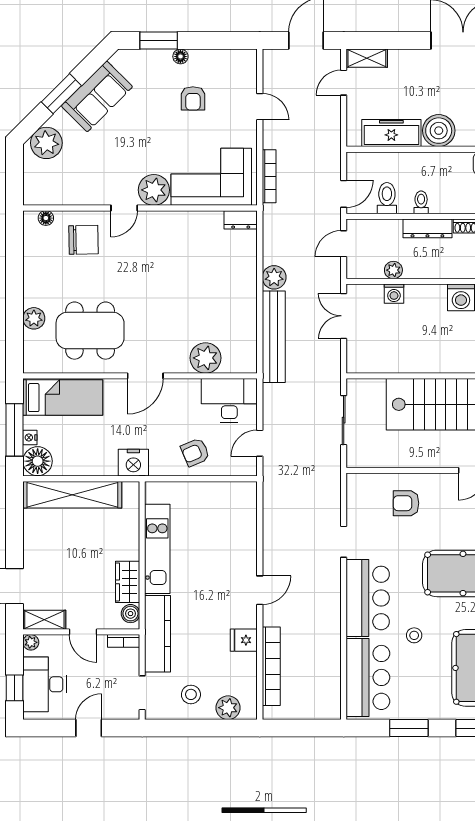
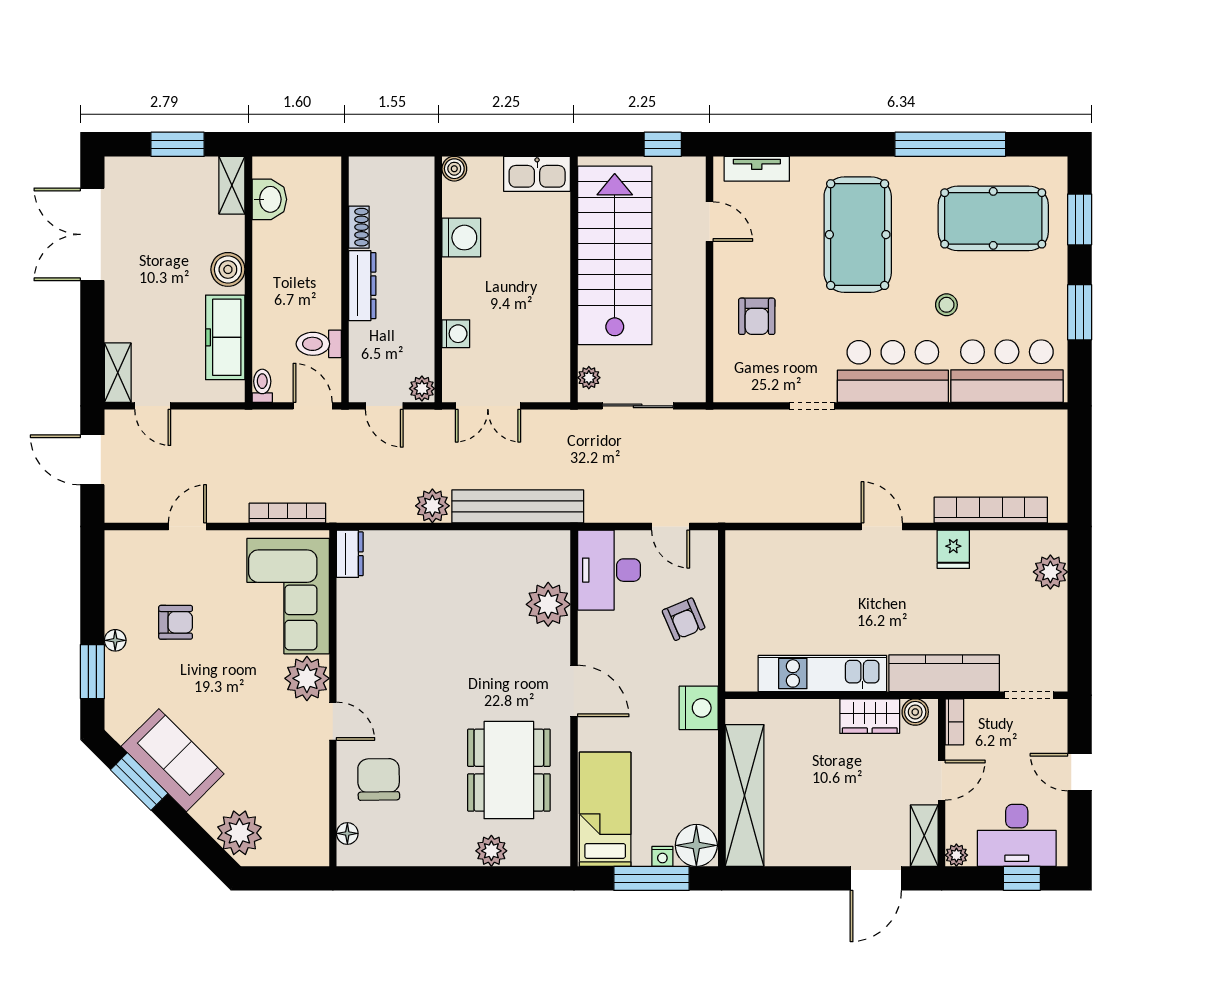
window: (61, 94) -> (139, 782), moved
boiler: (439, 131) -> (228, 269), width x0.73, depth x0.73
toilet: (421, 202) -> (262, 386), moved, turned 90
plant: (393, 270) -> (422, 389), moved
plant: (363, 386) -> (589, 378), added
stool: (191, 694) -> (1031, 625), removed

